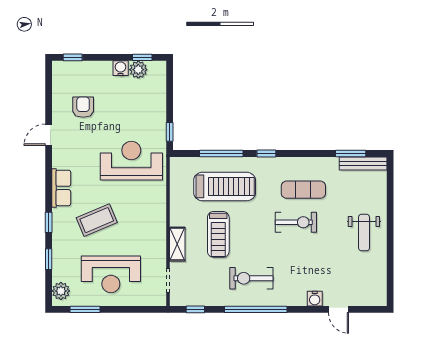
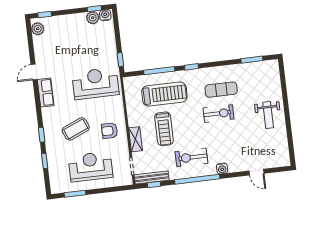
water cooler: (121, 68) -> (105, 15), moved
armchair: (83, 107) -> (110, 131), moved, turned -90
bench: (363, 163) -> (152, 177), moved
row of seats: (61, 188) -> (46, 93), moved
reception desk: (111, 274) -> (91, 167), turned 180
plant: (61, 291) -> (38, 29), moved
water cooler: (315, 299) -> (222, 169), moved

